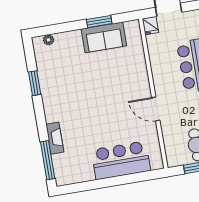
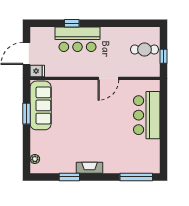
sofa: (104, 37) -> (41, 105), width x1.36
fireplace: (55, 138) -> (89, 168), moved

